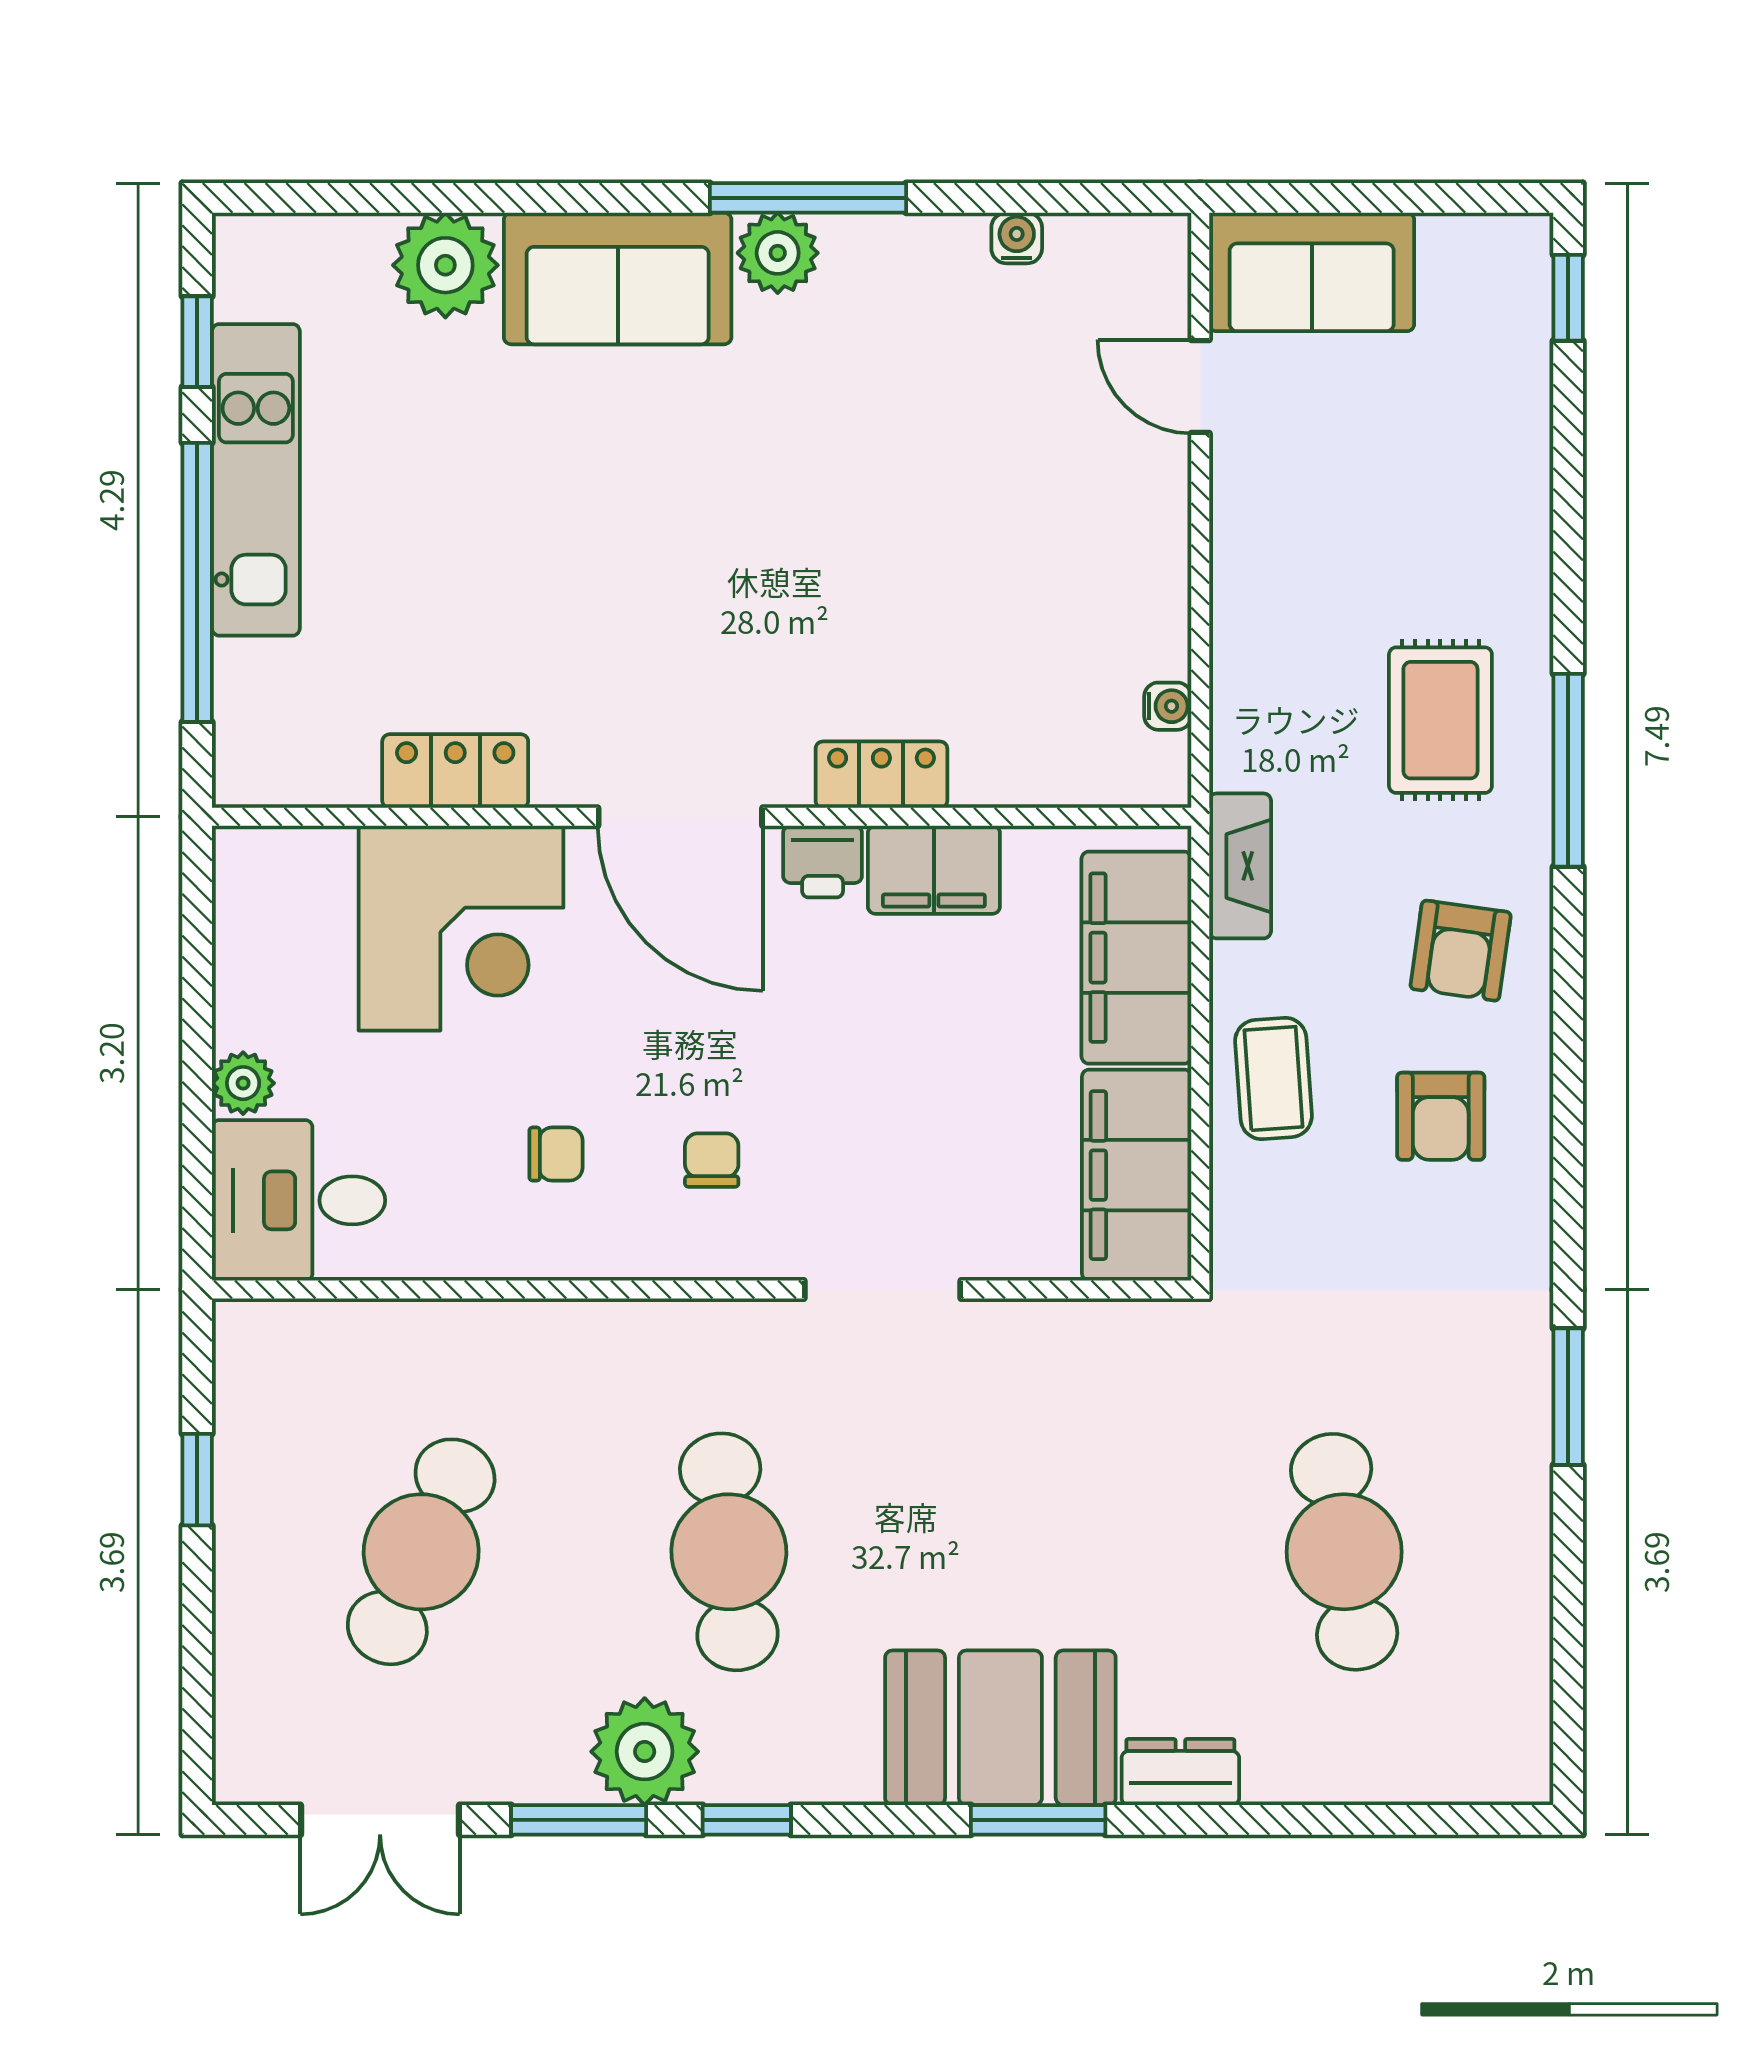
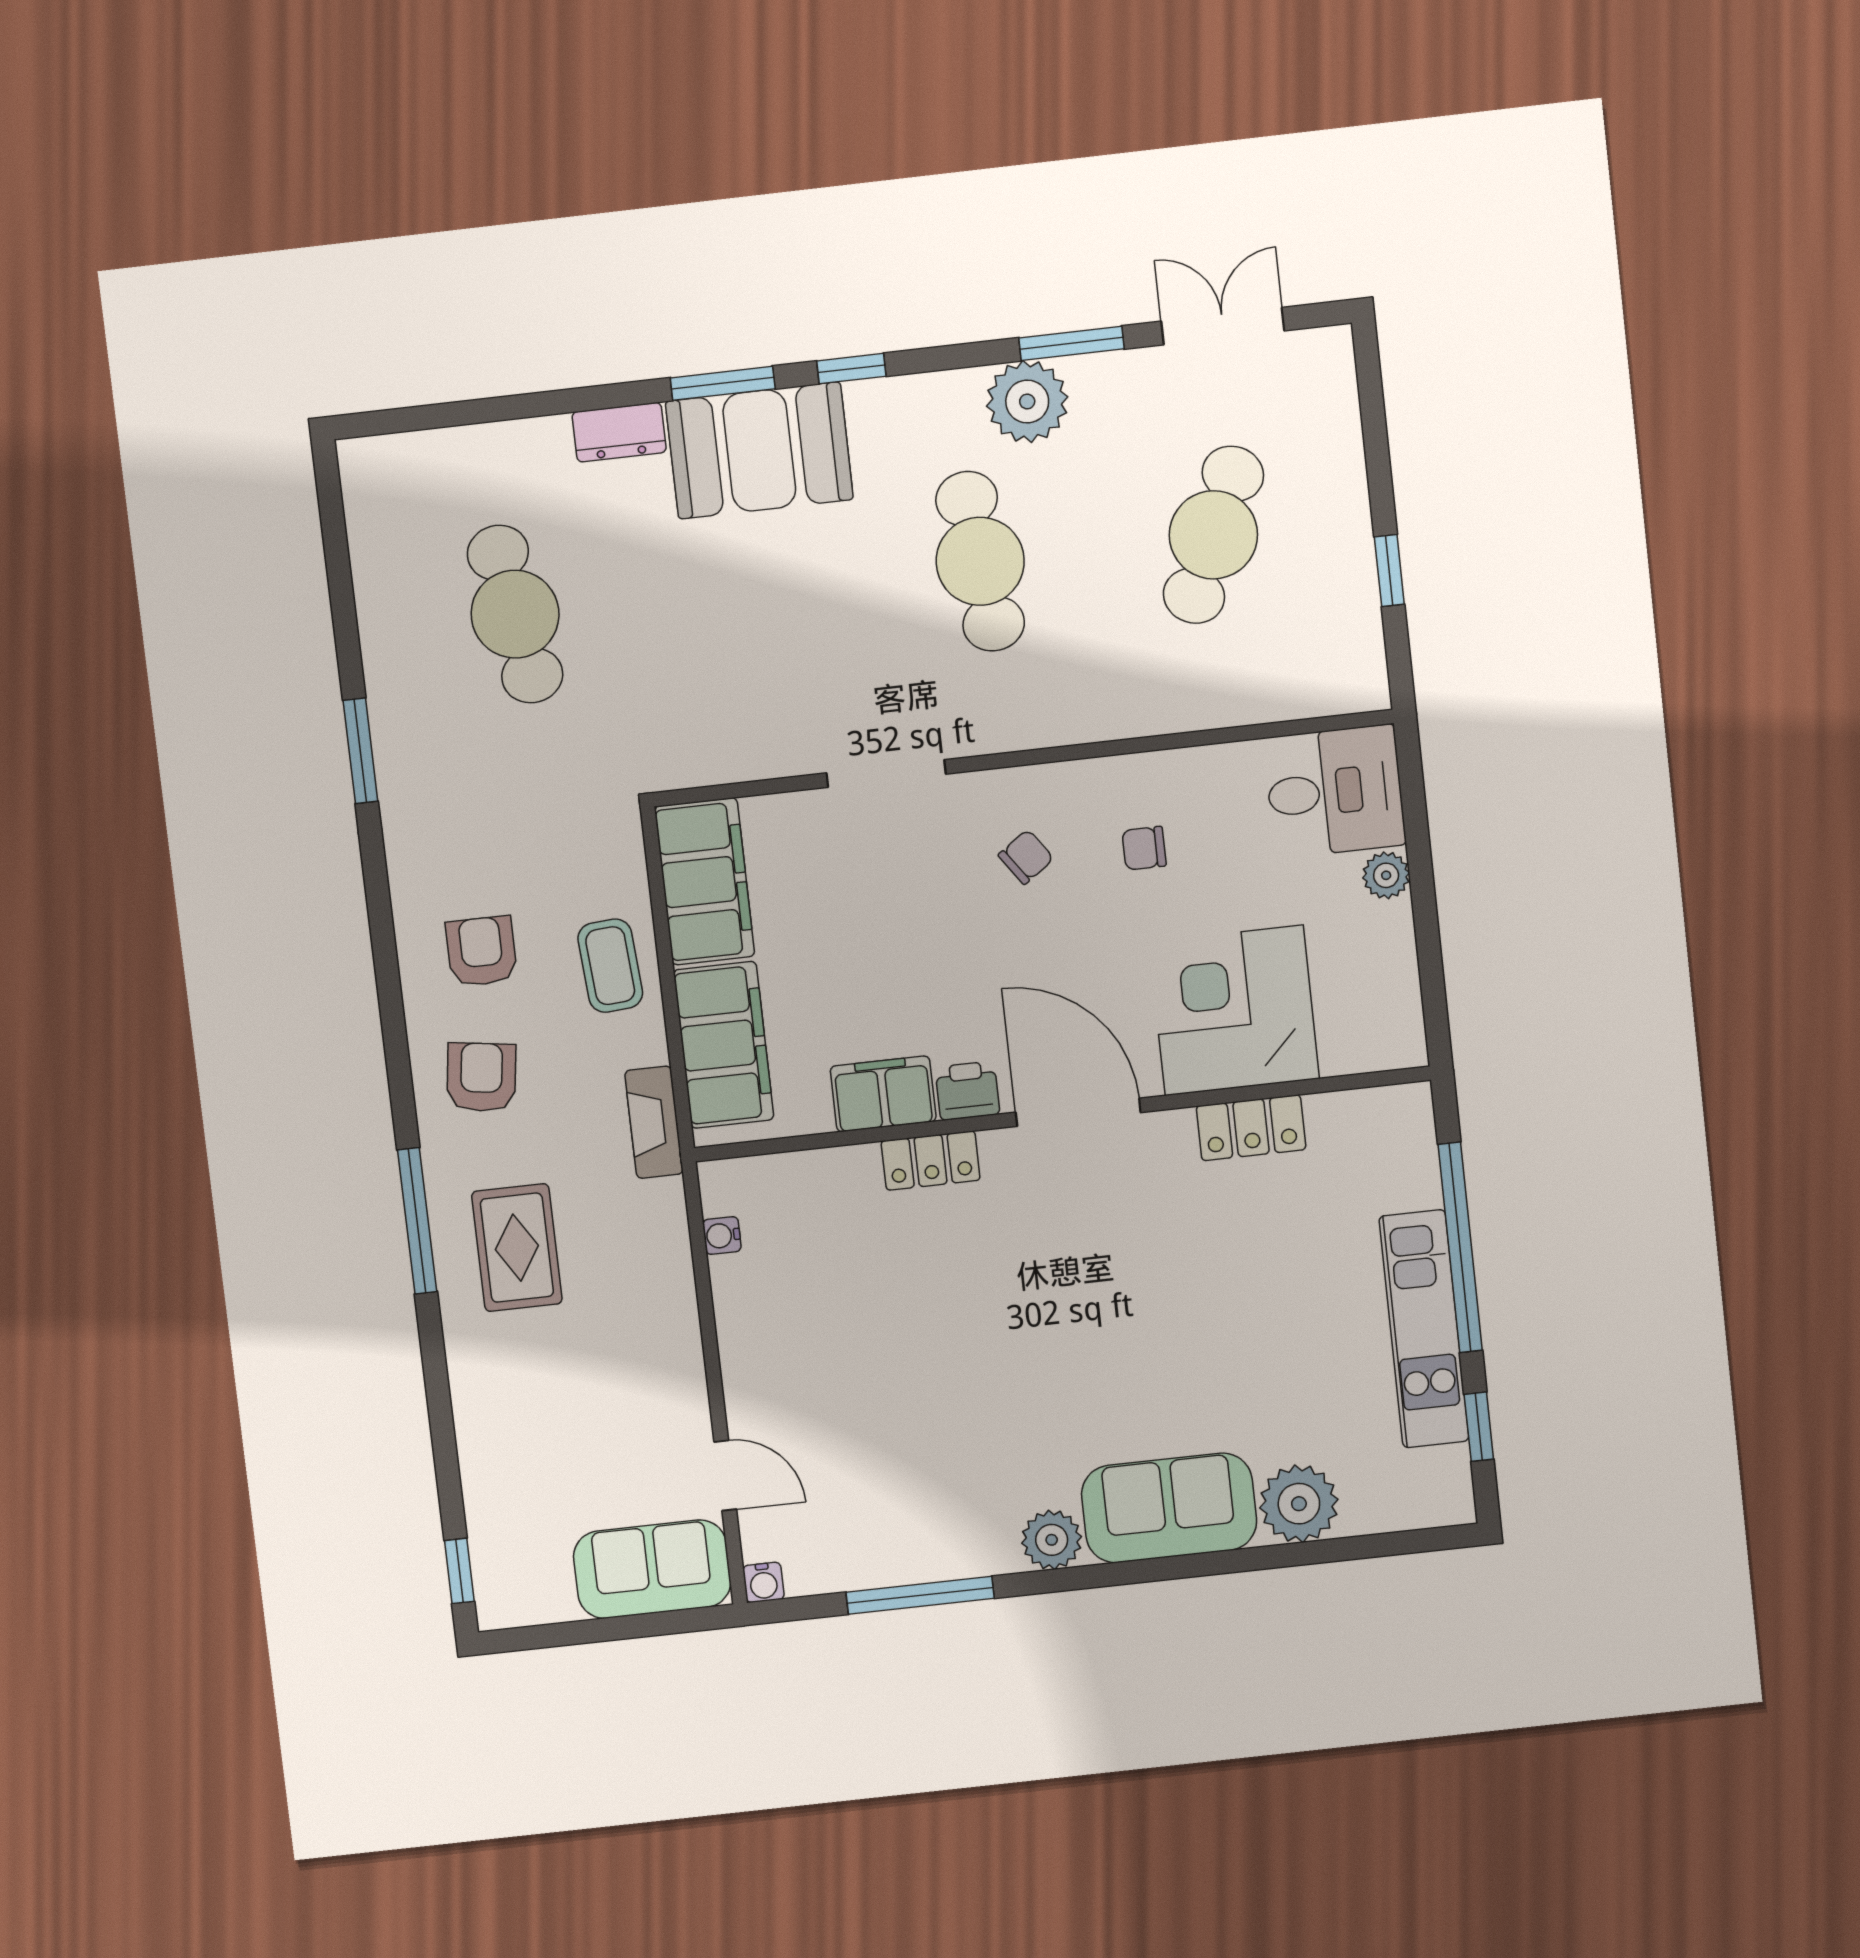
window: (808, 198) -> (920, 1595), moved
water cooler: (1017, 238) -> (763, 1582), moved
chair: (712, 1160) -> (1026, 857), turned -125
window: (747, 1820) -> (851, 369), moved

